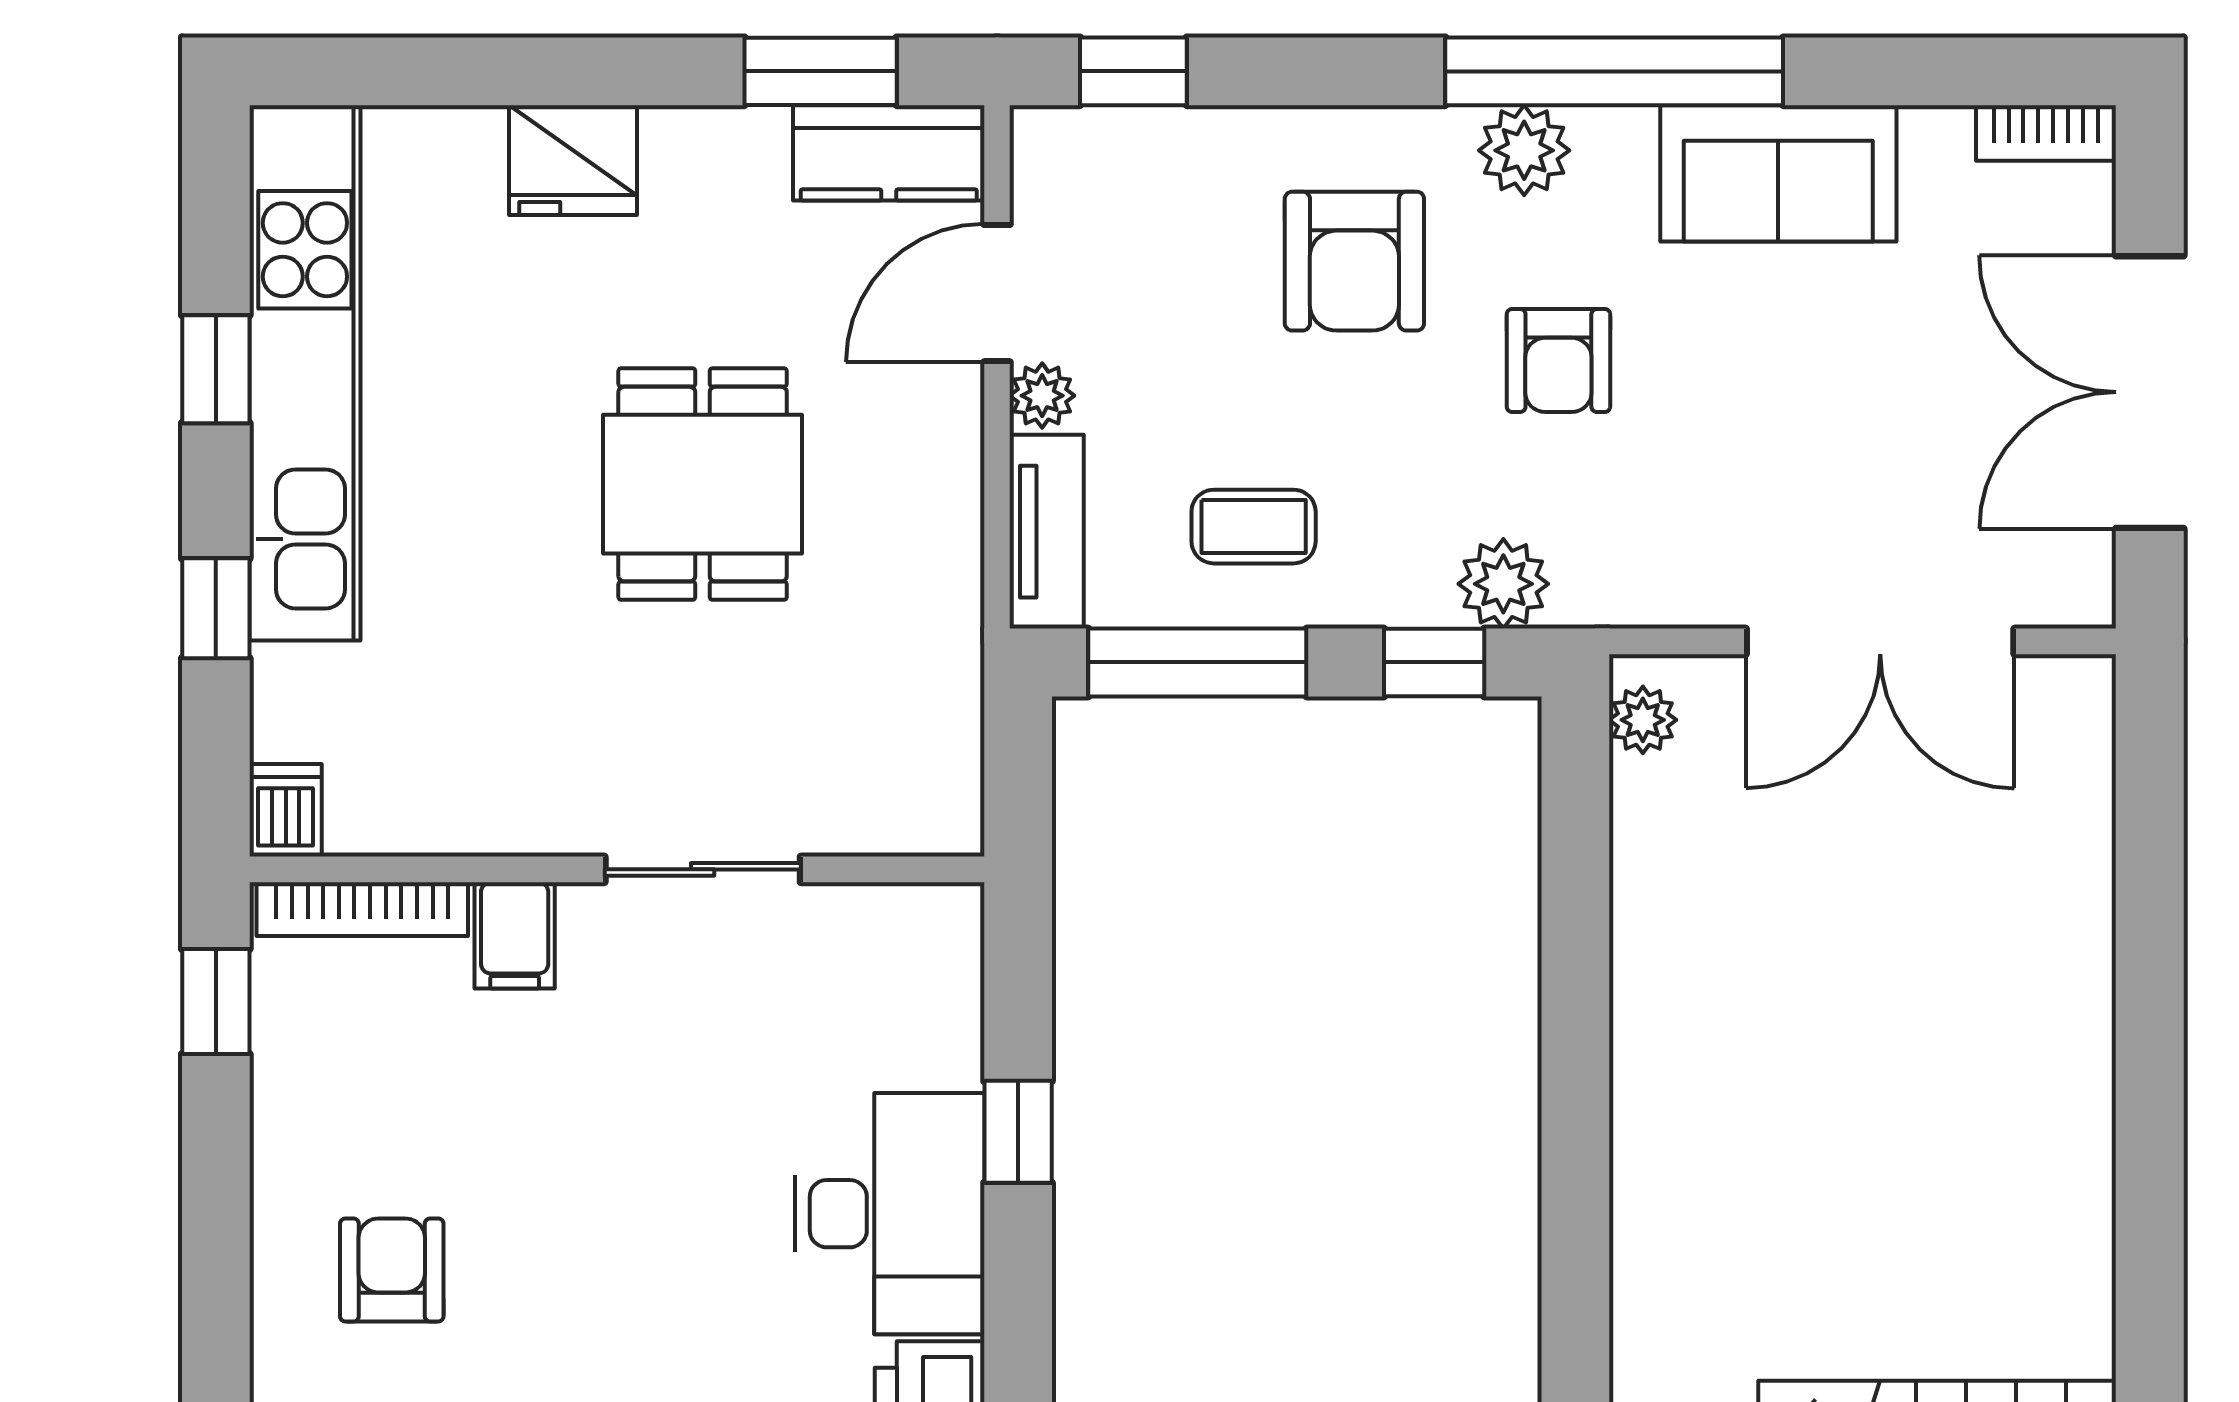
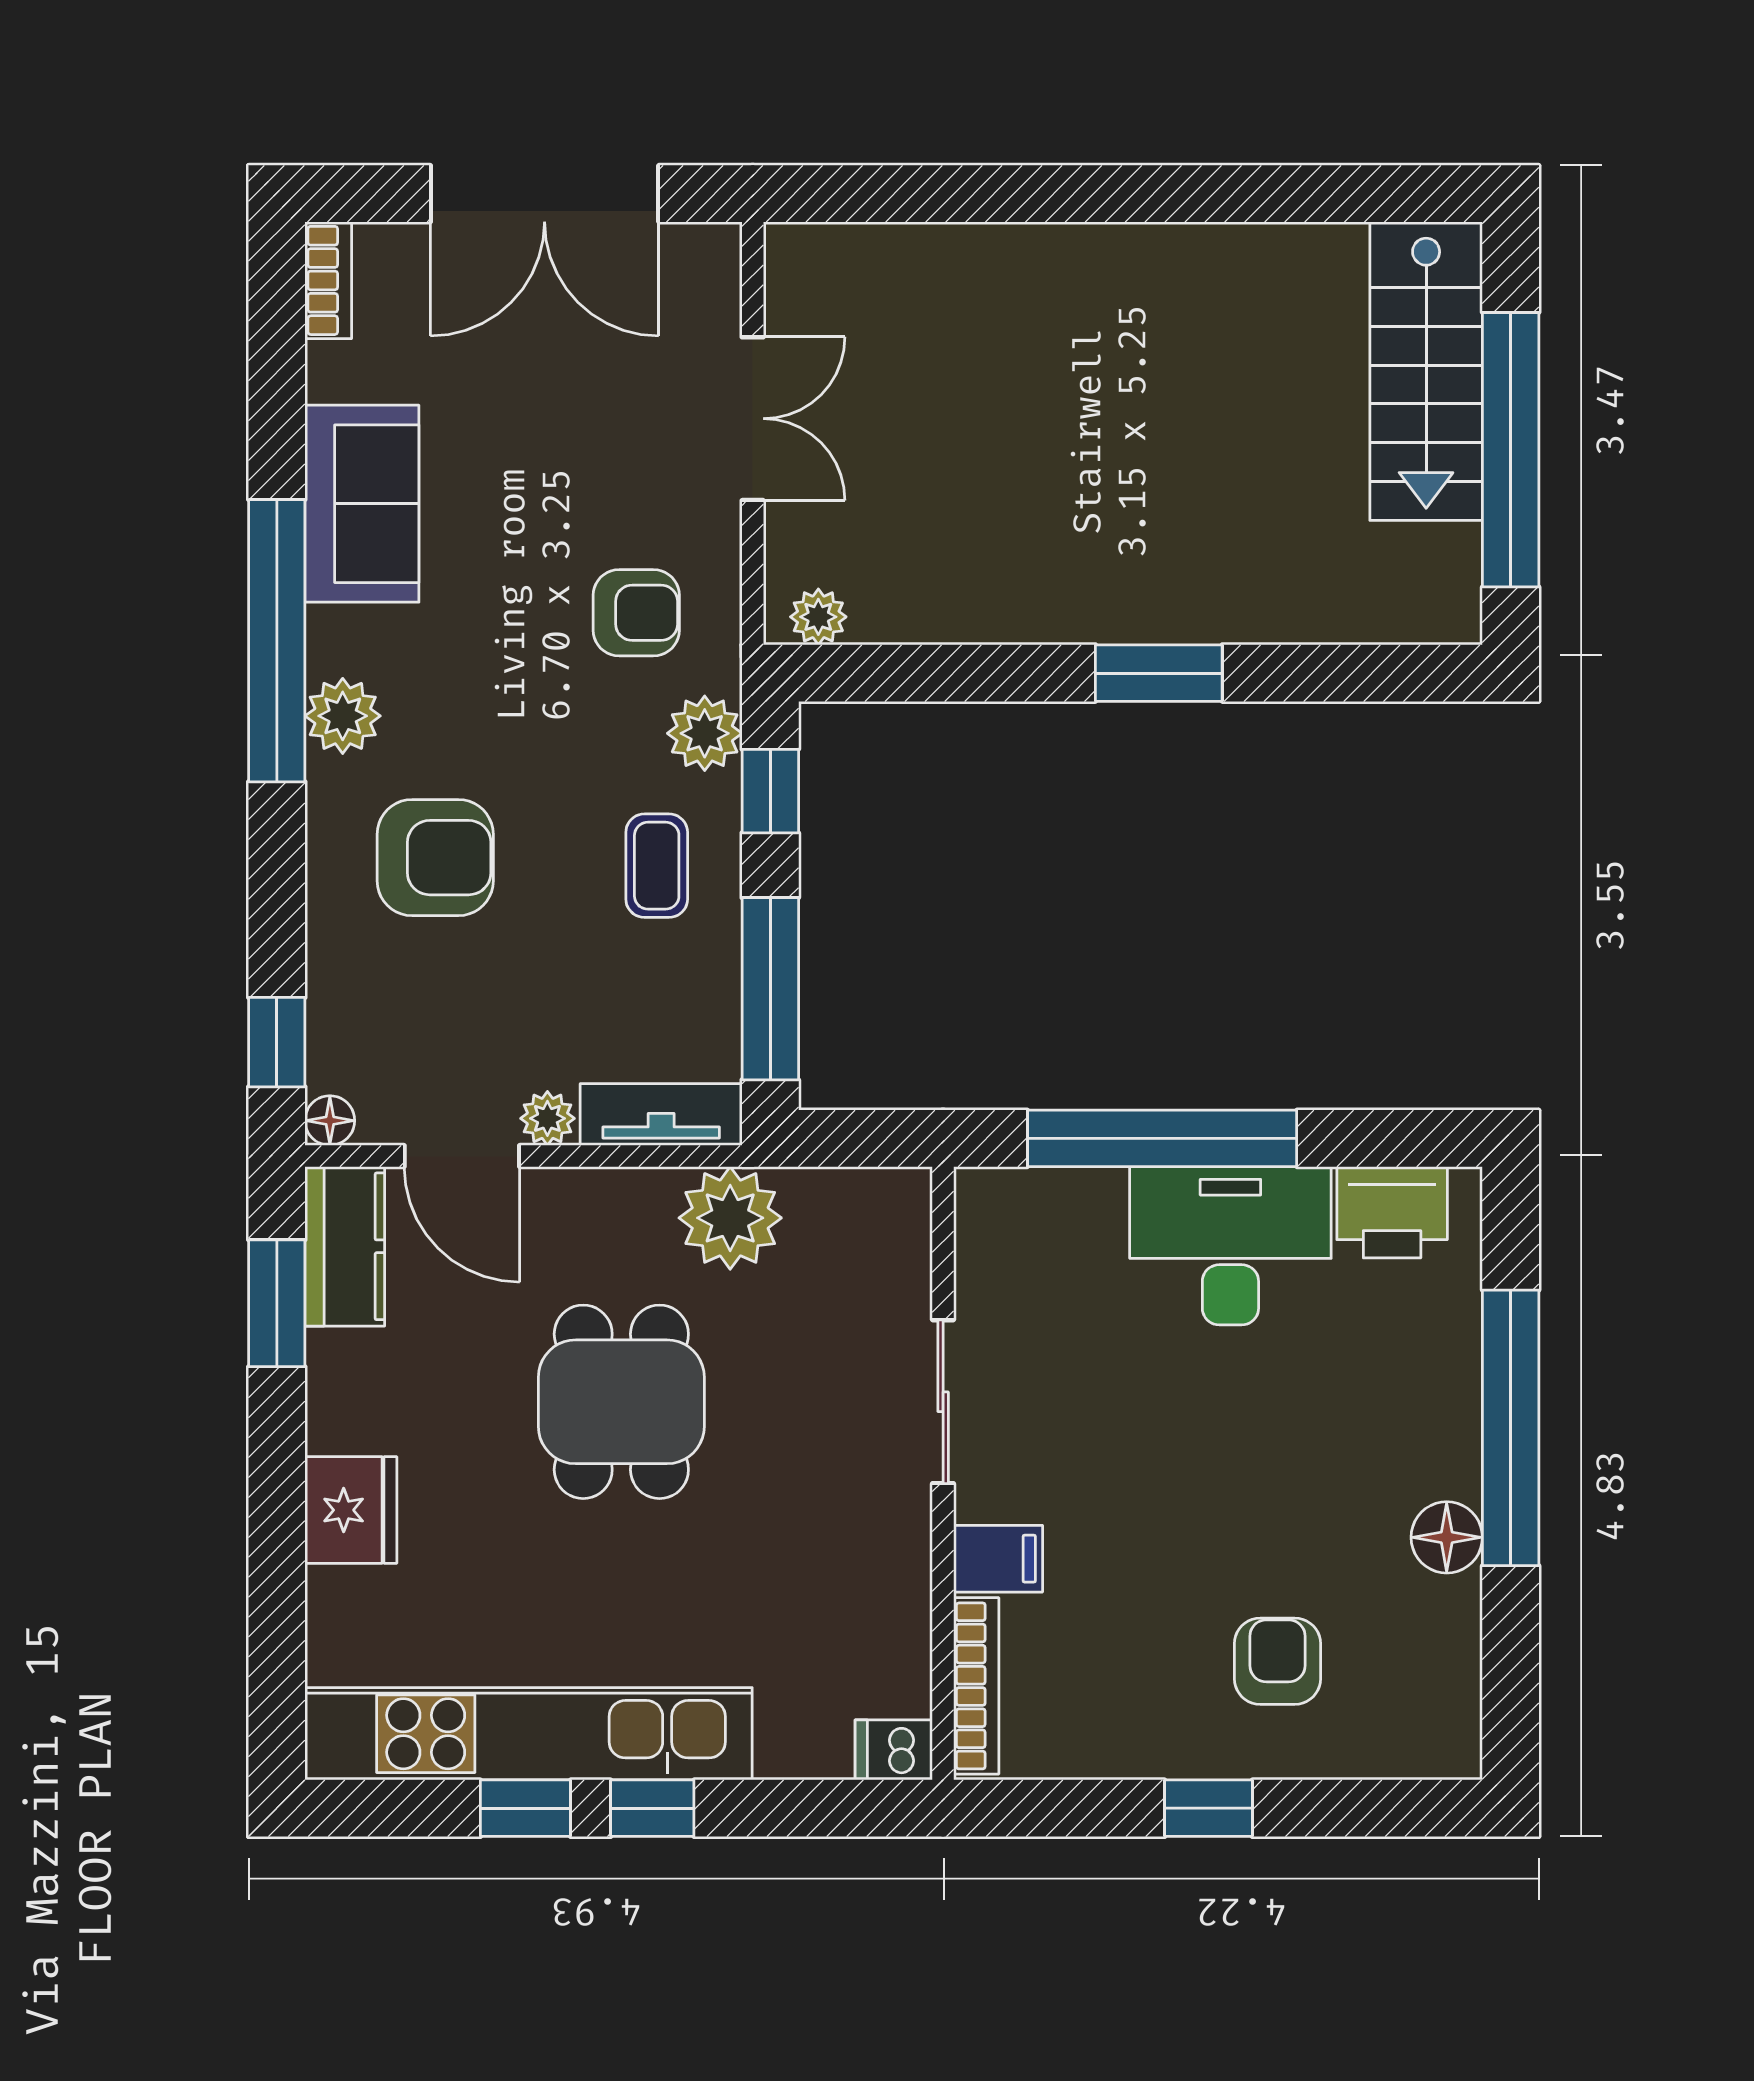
floor lamp: (1039, 135) -> (330, 1121), added
armchair: (1558, 360) -> (636, 613), moved
dining table: (703, 484) -> (621, 1402), turned 90
coffee table: (1254, 527) -> (657, 866), moved
window: (216, 608) -> (652, 1808), moved
plant: (923, 614) -> (730, 1218), added
double door: (1880, 641) -> (753, 419), width x0.73
window: (216, 1002) -> (1208, 1808), moved
window: (1575, 1128) -> (1159, 673), added
window: (1018, 1132) -> (1162, 1138), width x3.17
armchair: (392, 1270) -> (1277, 1661), turned 90

